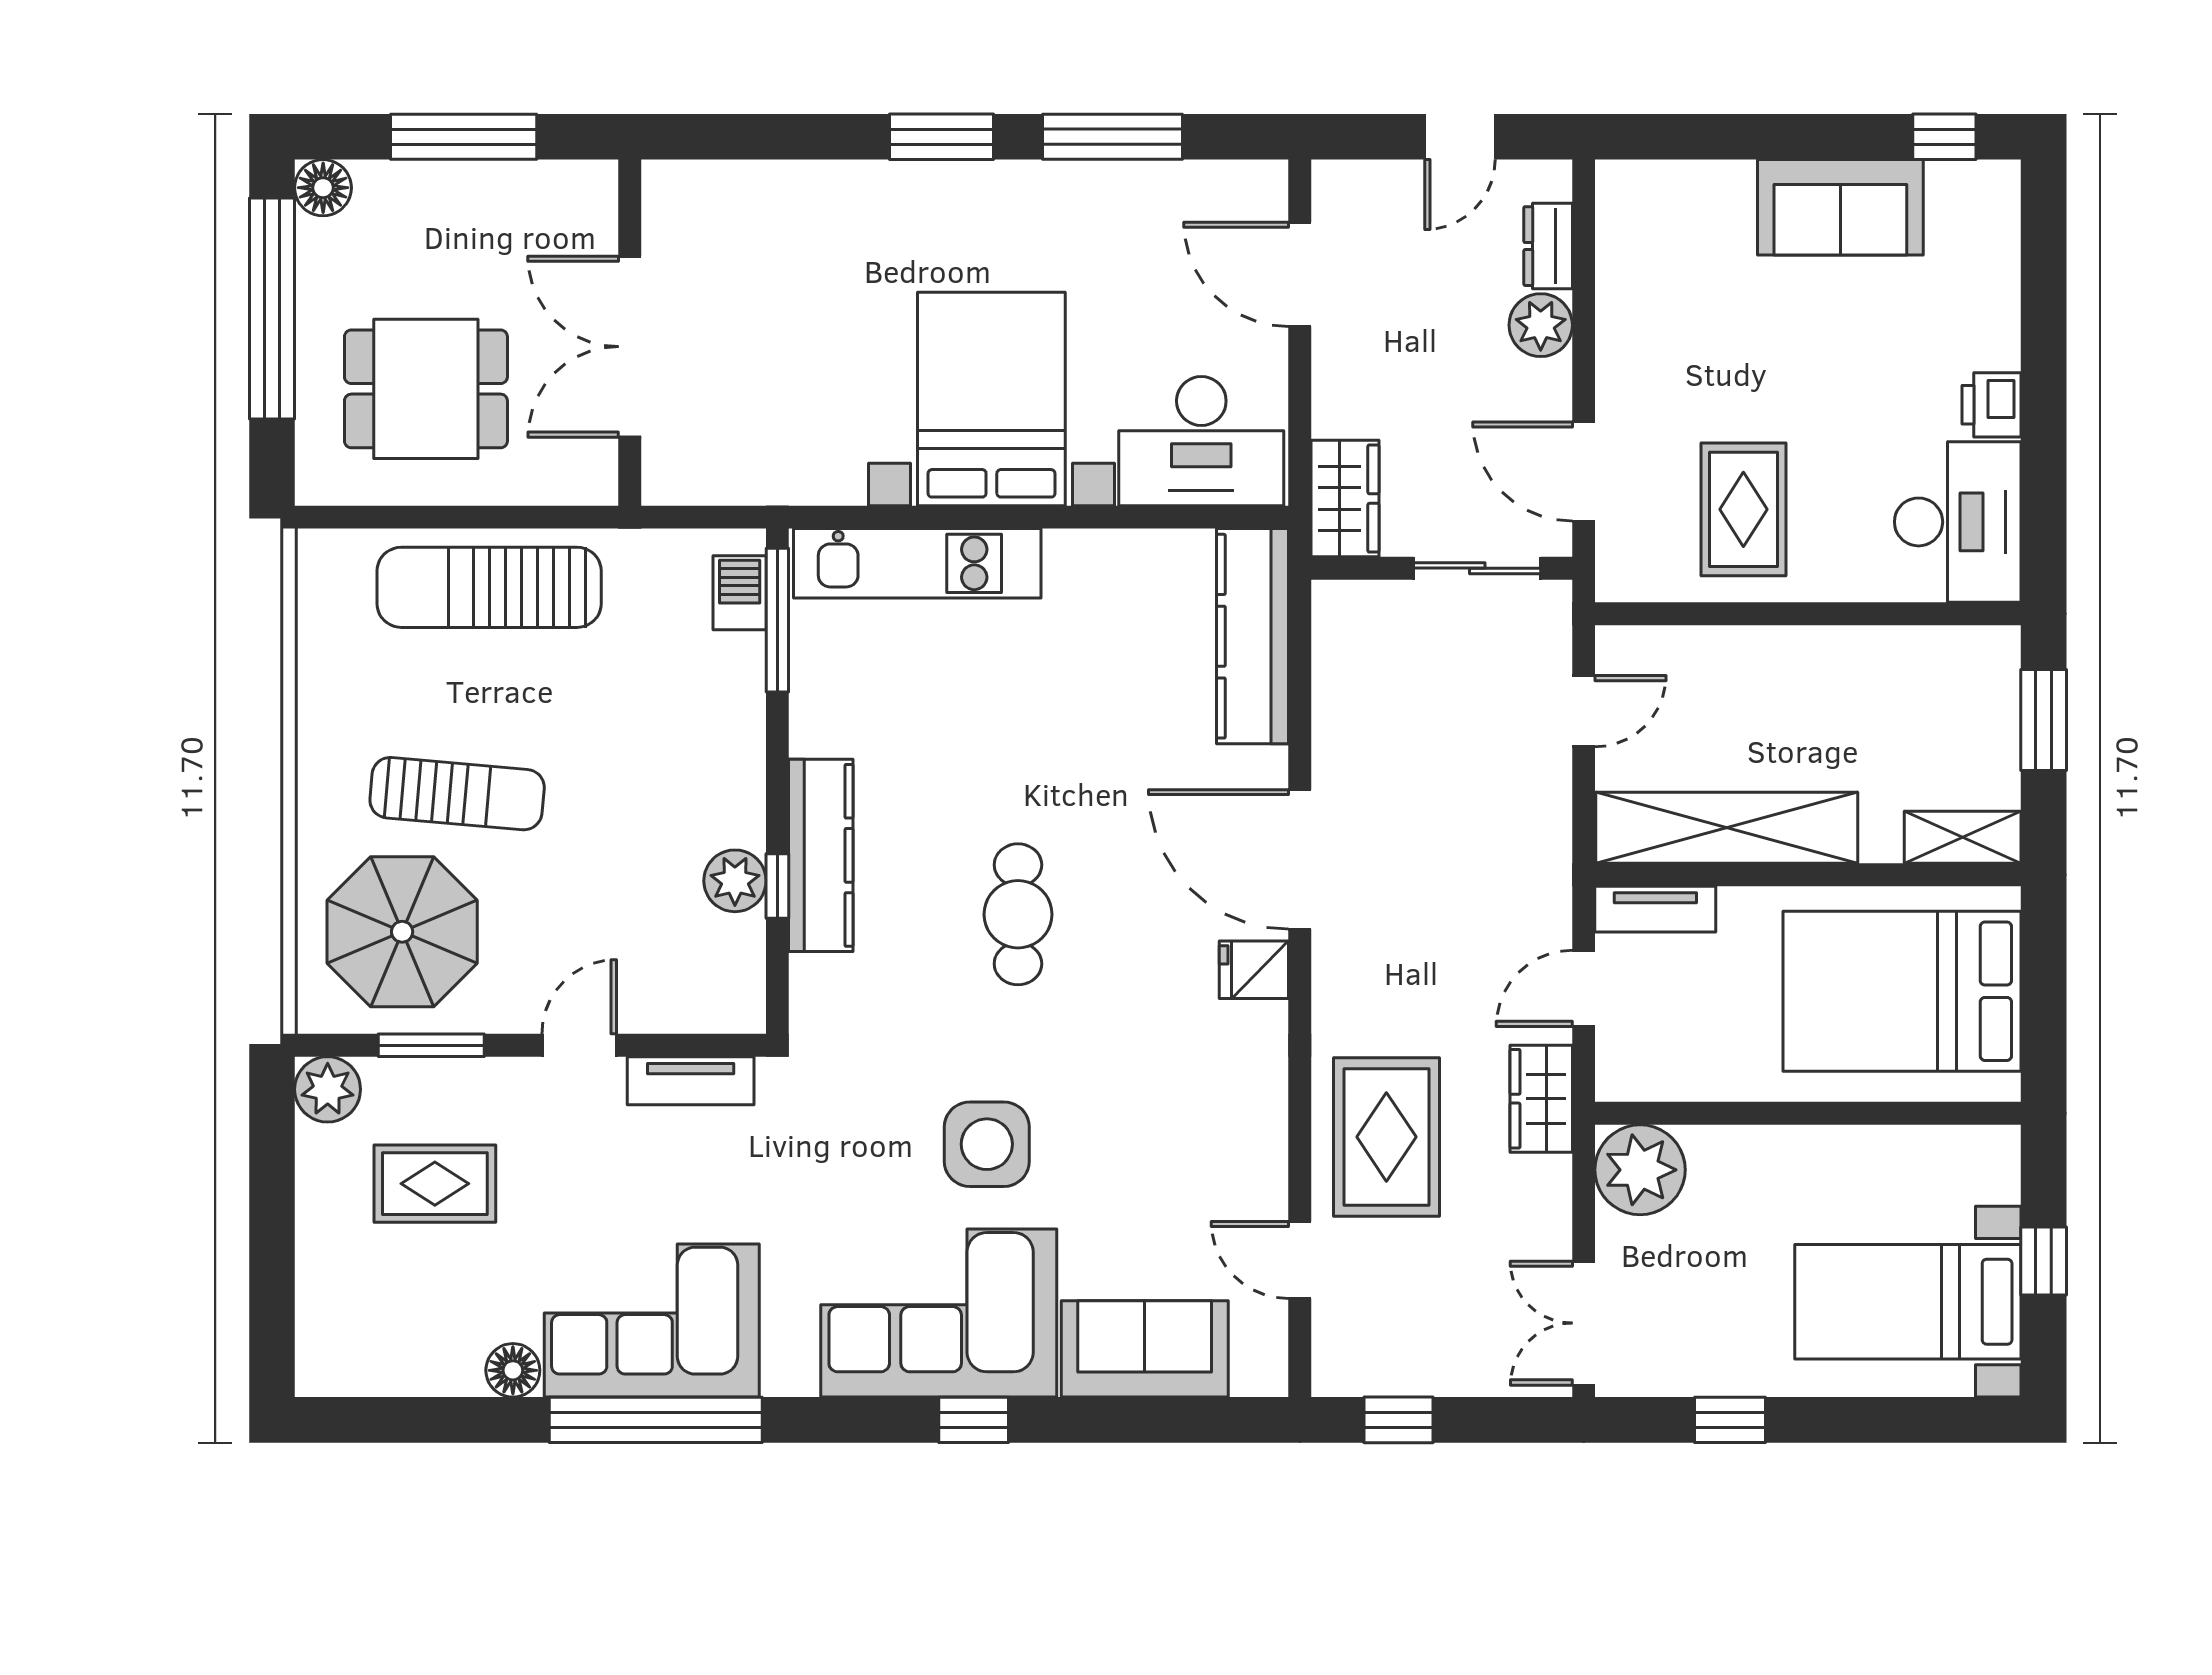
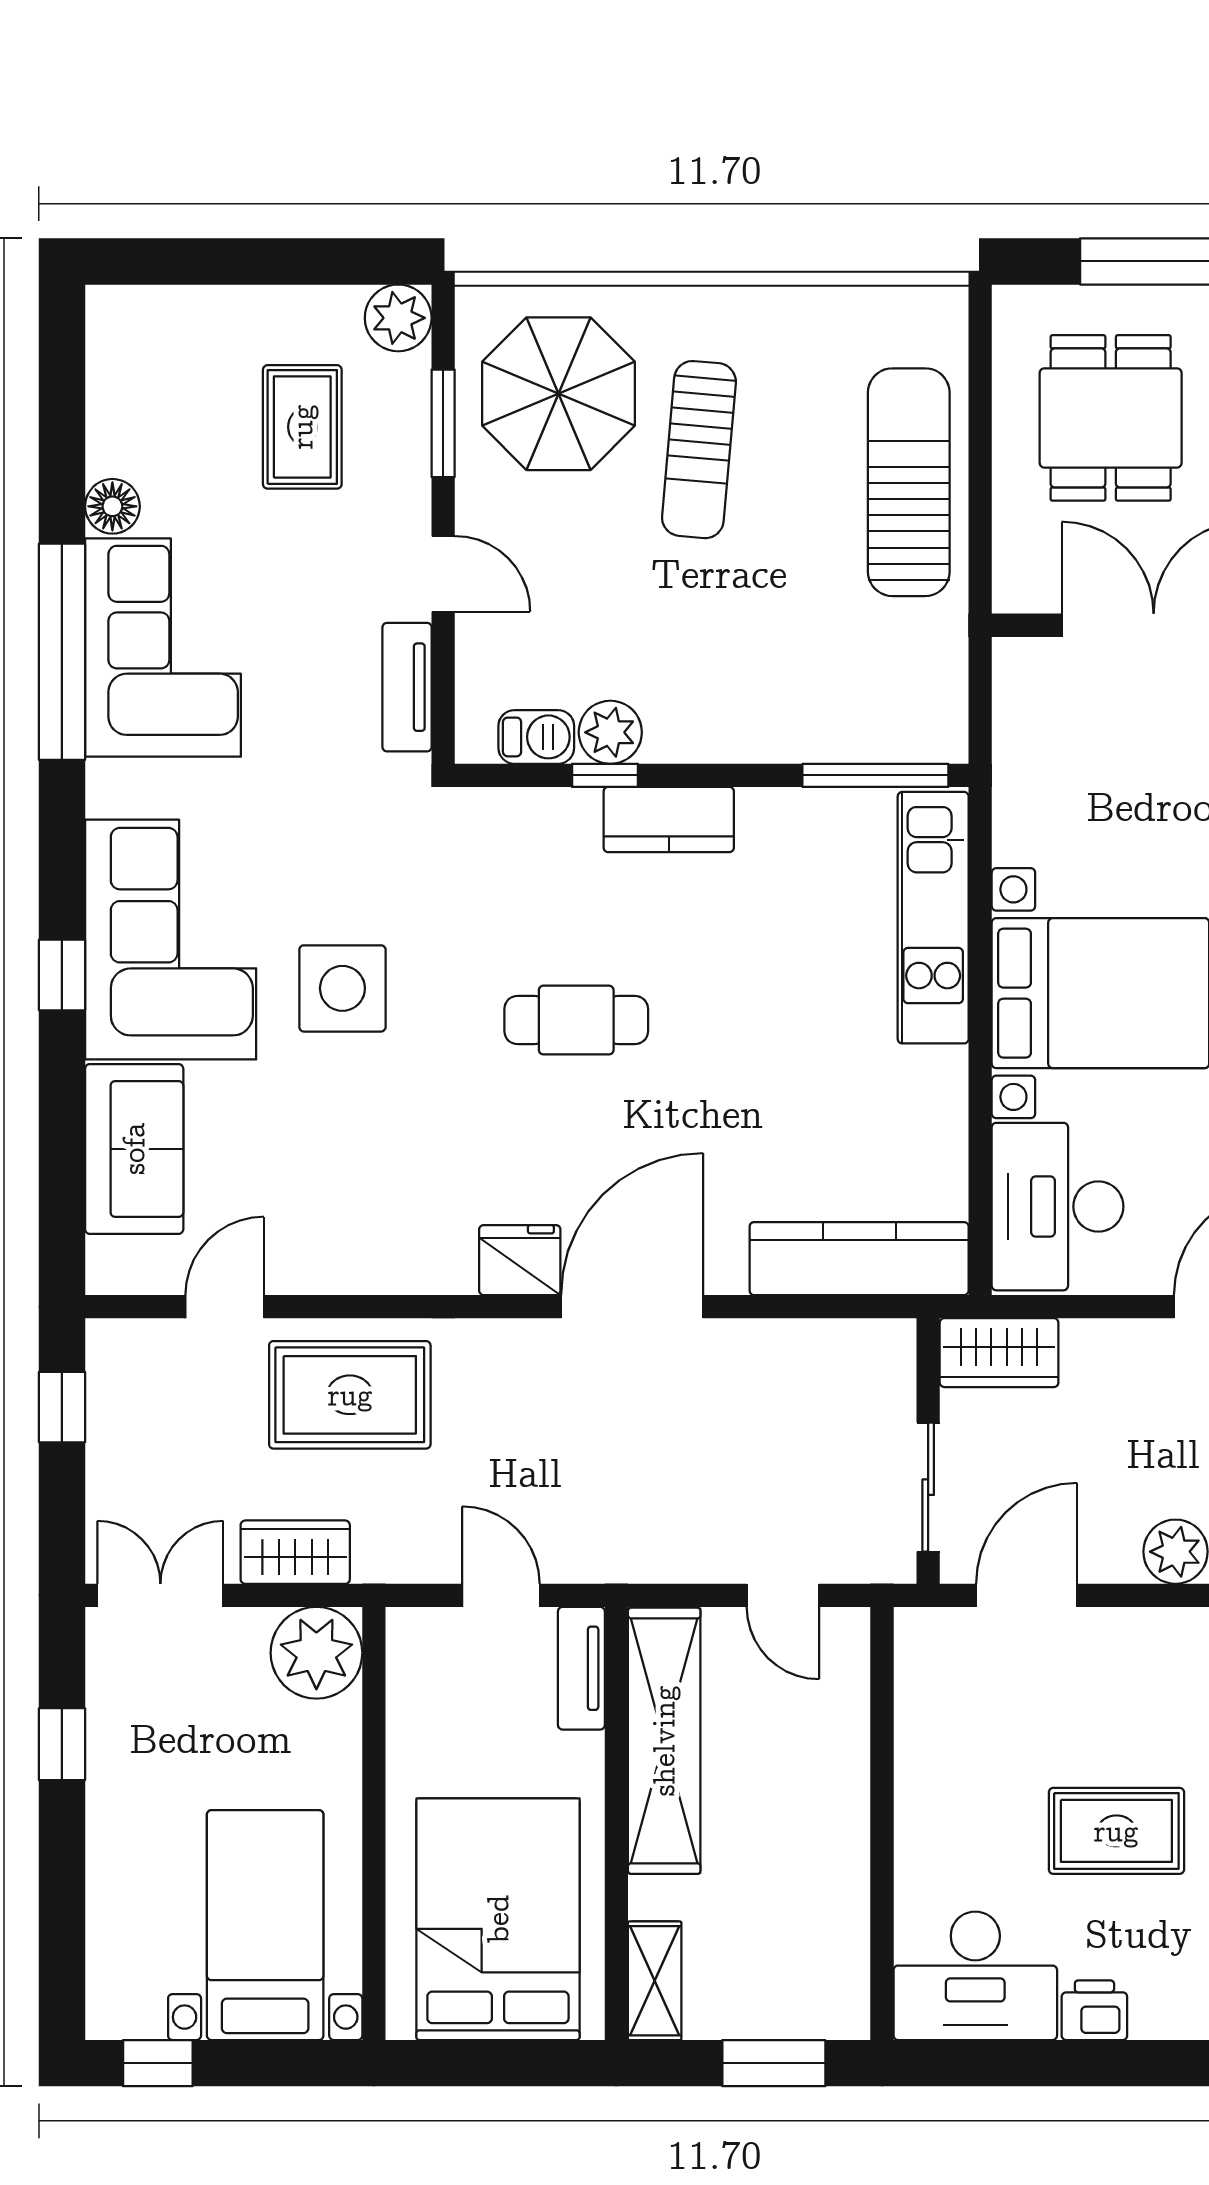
rug: (1743, 509) -> (1116, 1831), moved
barbecue: (740, 593) -> (536, 737), moved
kitchen counter: (821, 855) -> (669, 820), width x0.67
fridge: (1254, 970) -> (520, 1260), width x1.38
wardrobe: (1541, 1099) -> (295, 1552), moved
window: (2044, 1261) -> (158, 2063), moved
bed with nightstands: (1908, 1302) -> (265, 1925), moved

